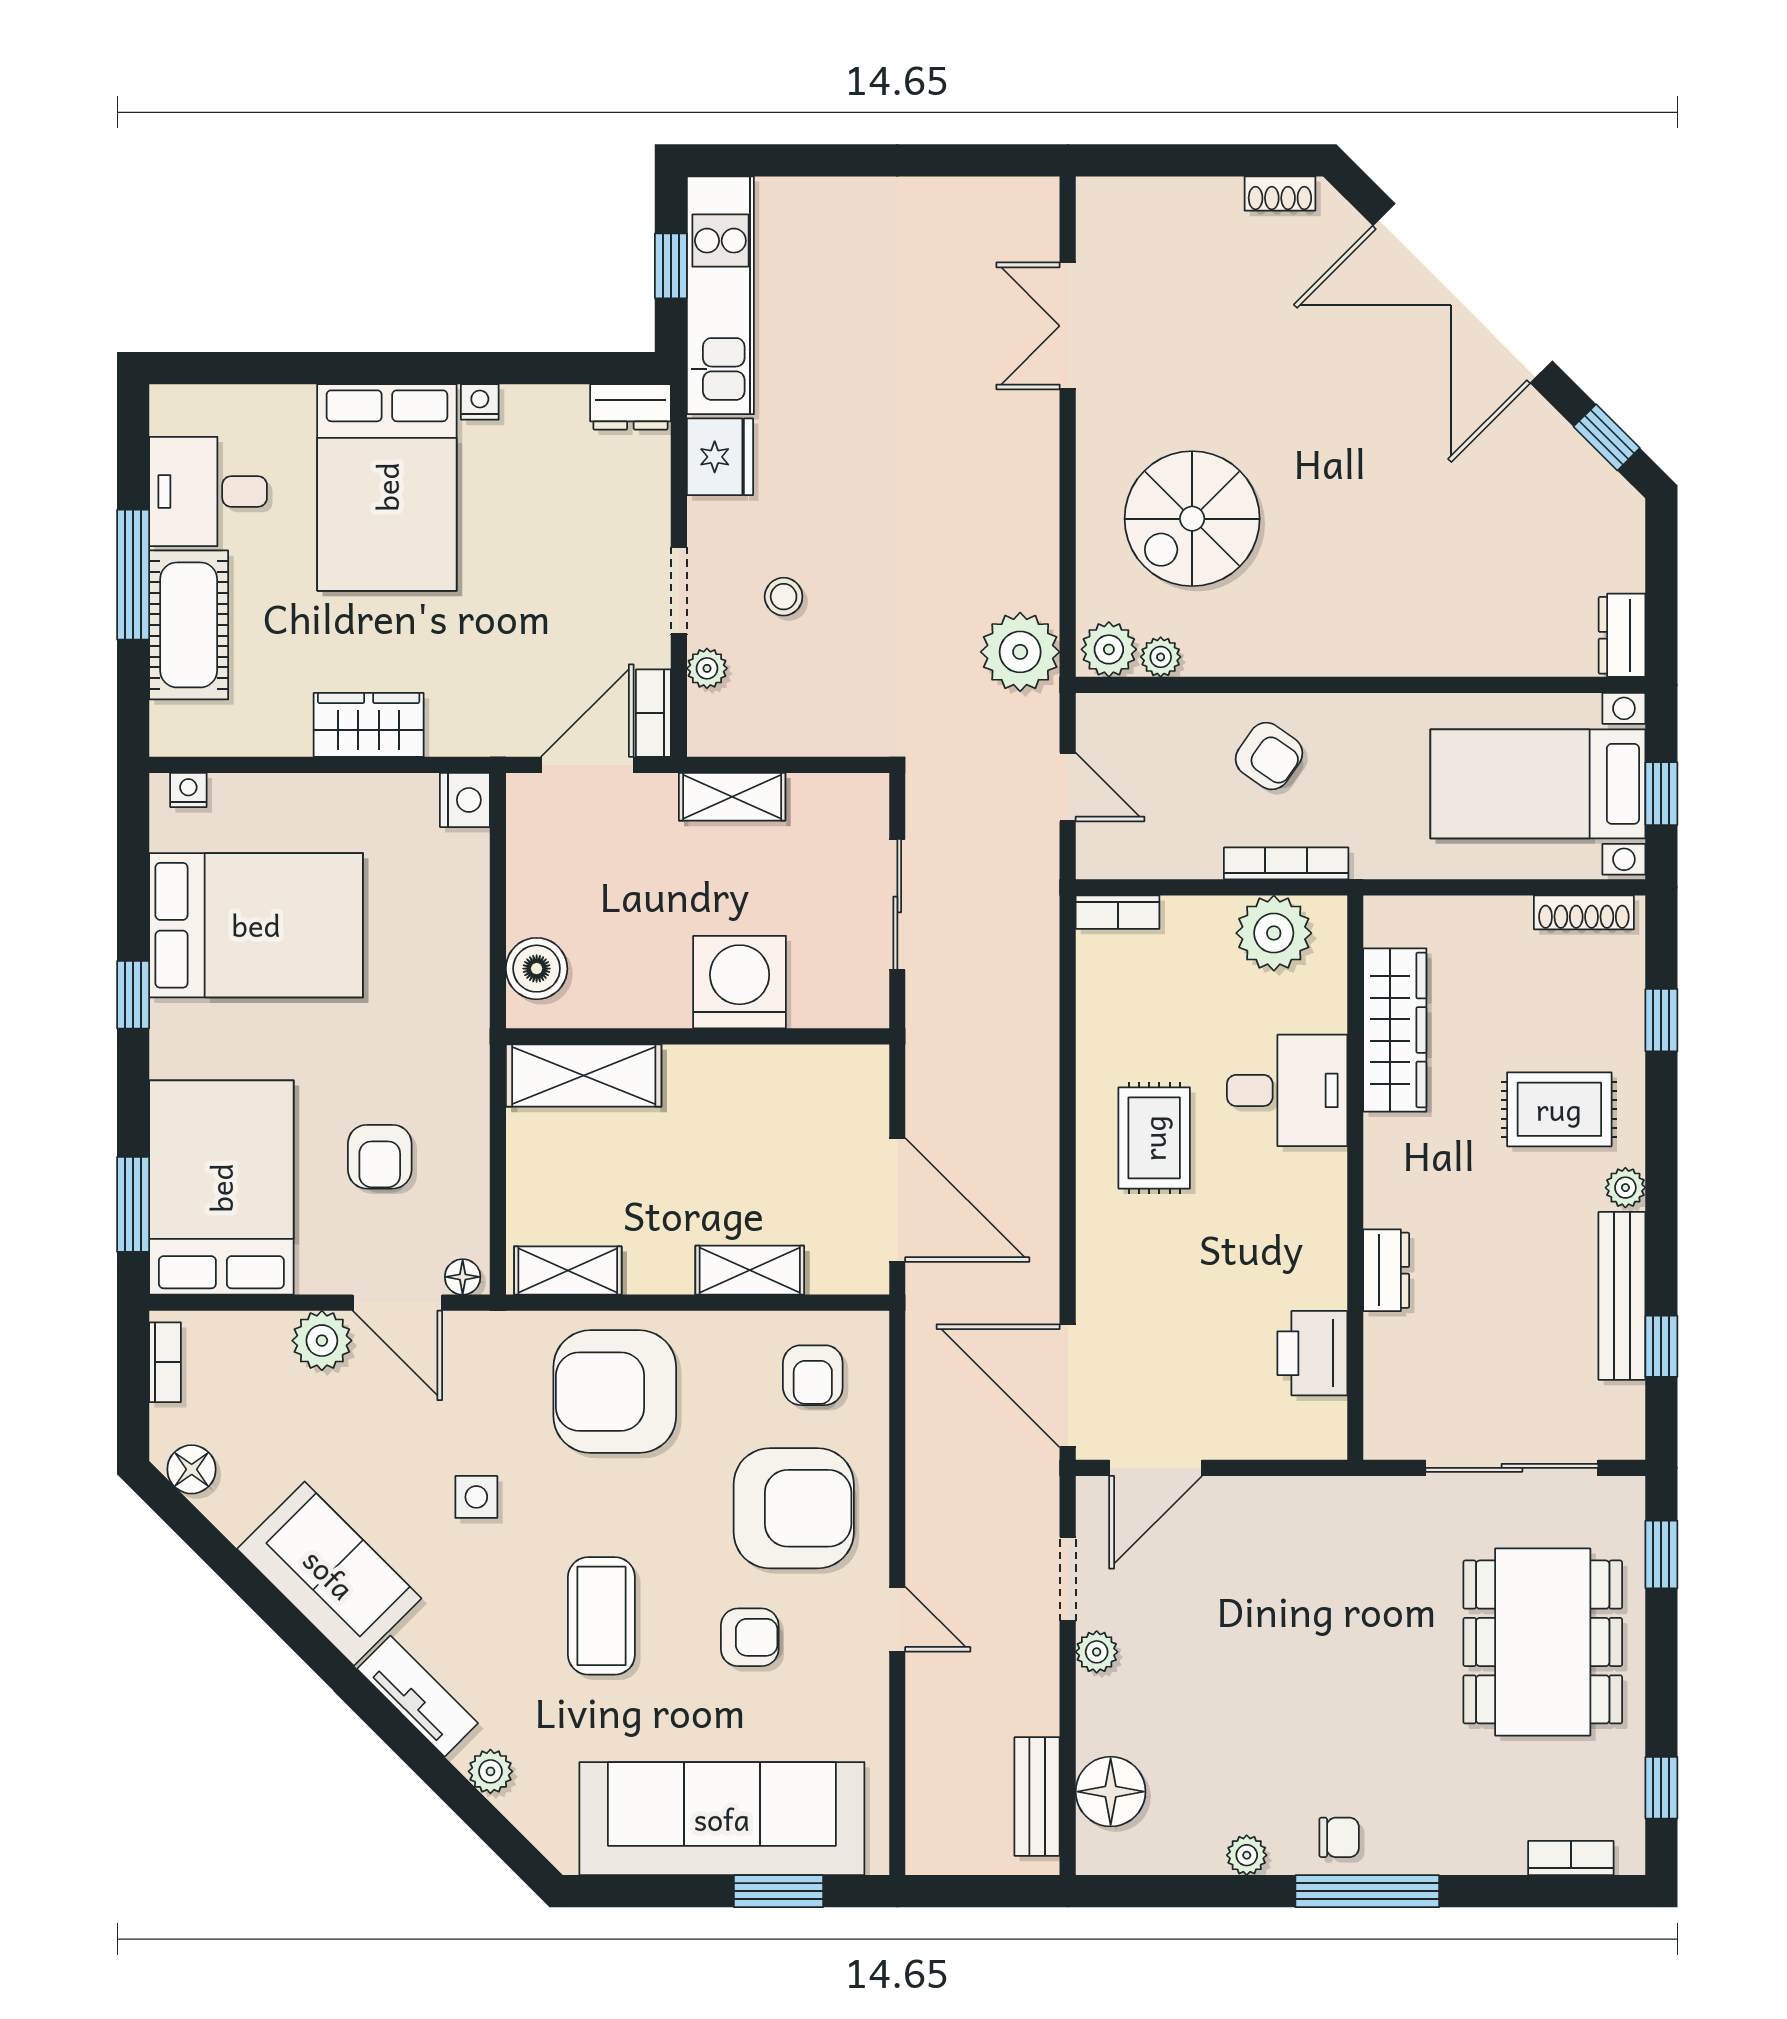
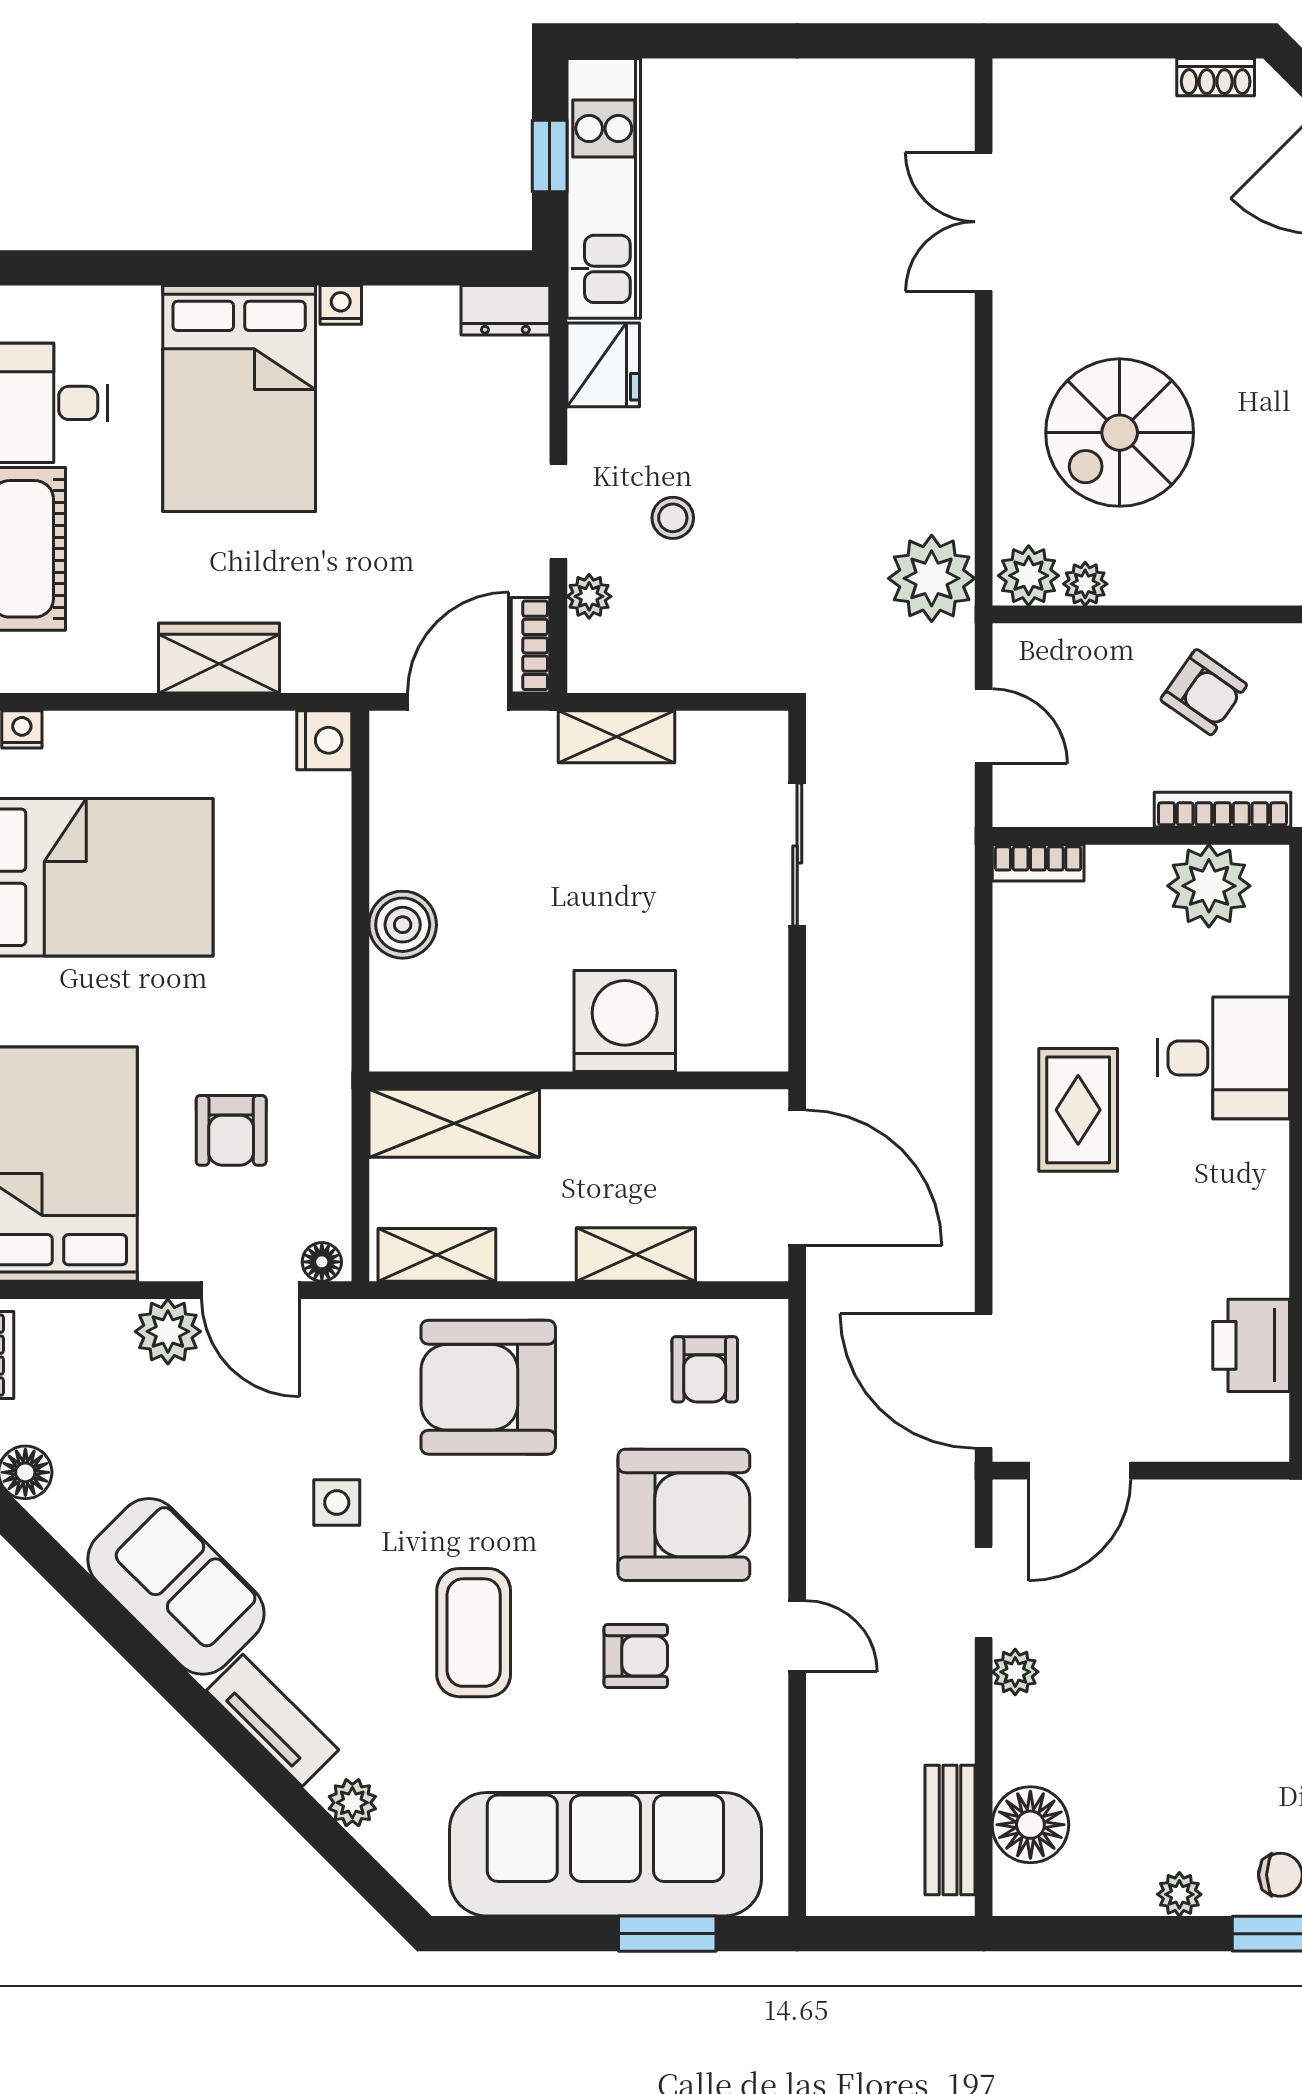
washing machine: (740, 982) -> (625, 1021), moved
wall: (698, 1036) -> (579, 1080), moved
shelving: (584, 1076) -> (454, 1123), moved

